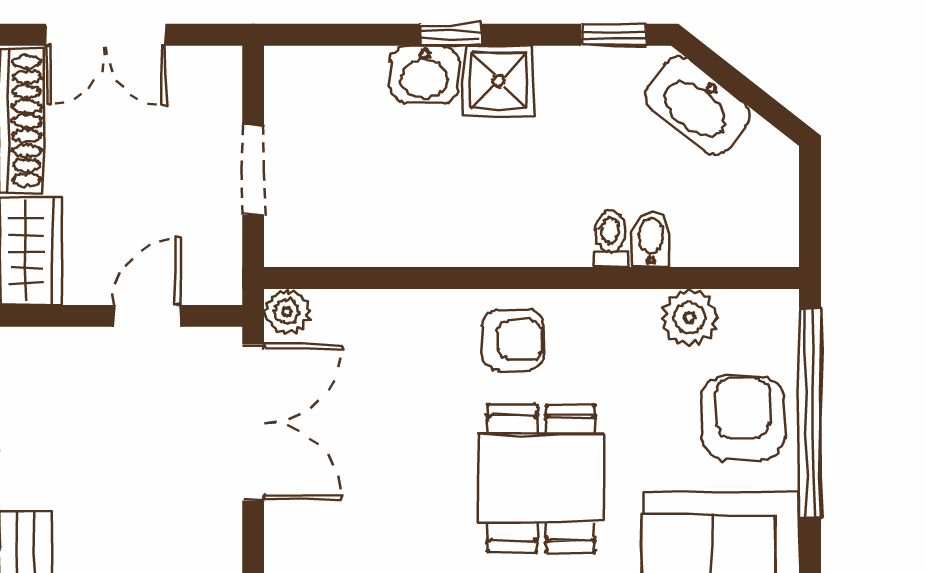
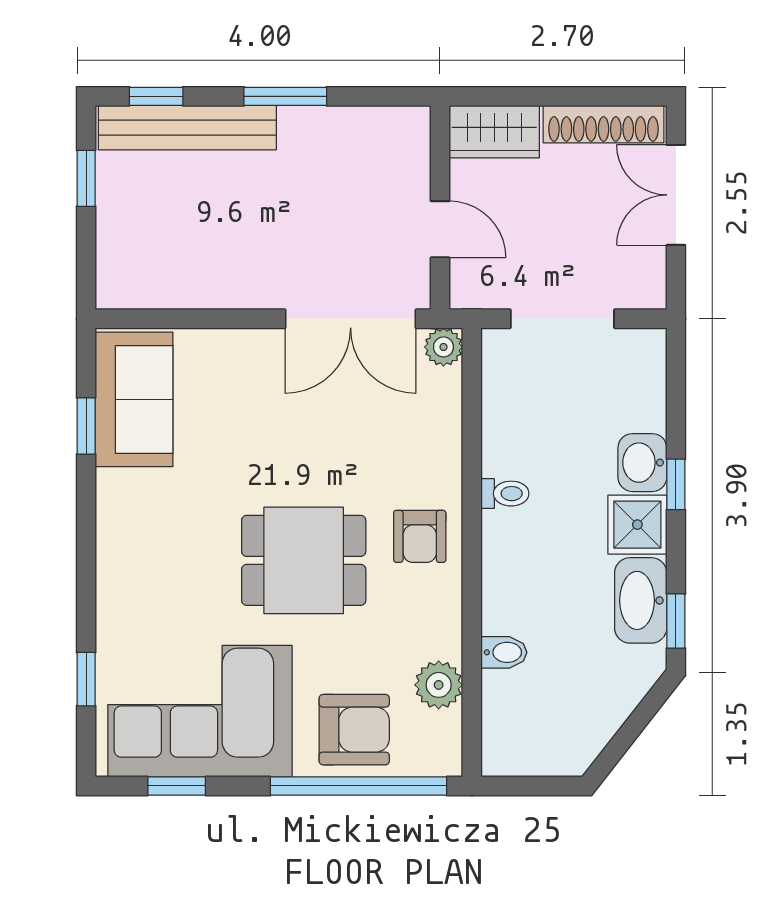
washbasin: (697, 106) -> (641, 600), moved, turned -38
doorway: (253, 170) -> (562, 319), width x1.38
toilet: (610, 239) -> (505, 494), moved

